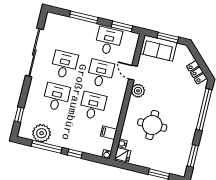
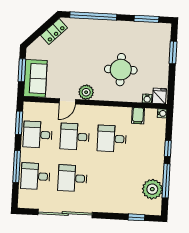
desk: (56, 97) -> (35, 176), moved

